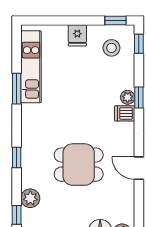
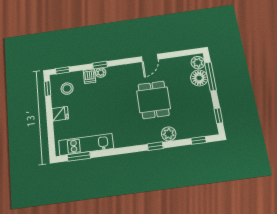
window: (17, 89) -> (79, 156), moved
dishwasher: (125, 113) -> (90, 76), moved
plant: (30, 198) -> (169, 134), moved

